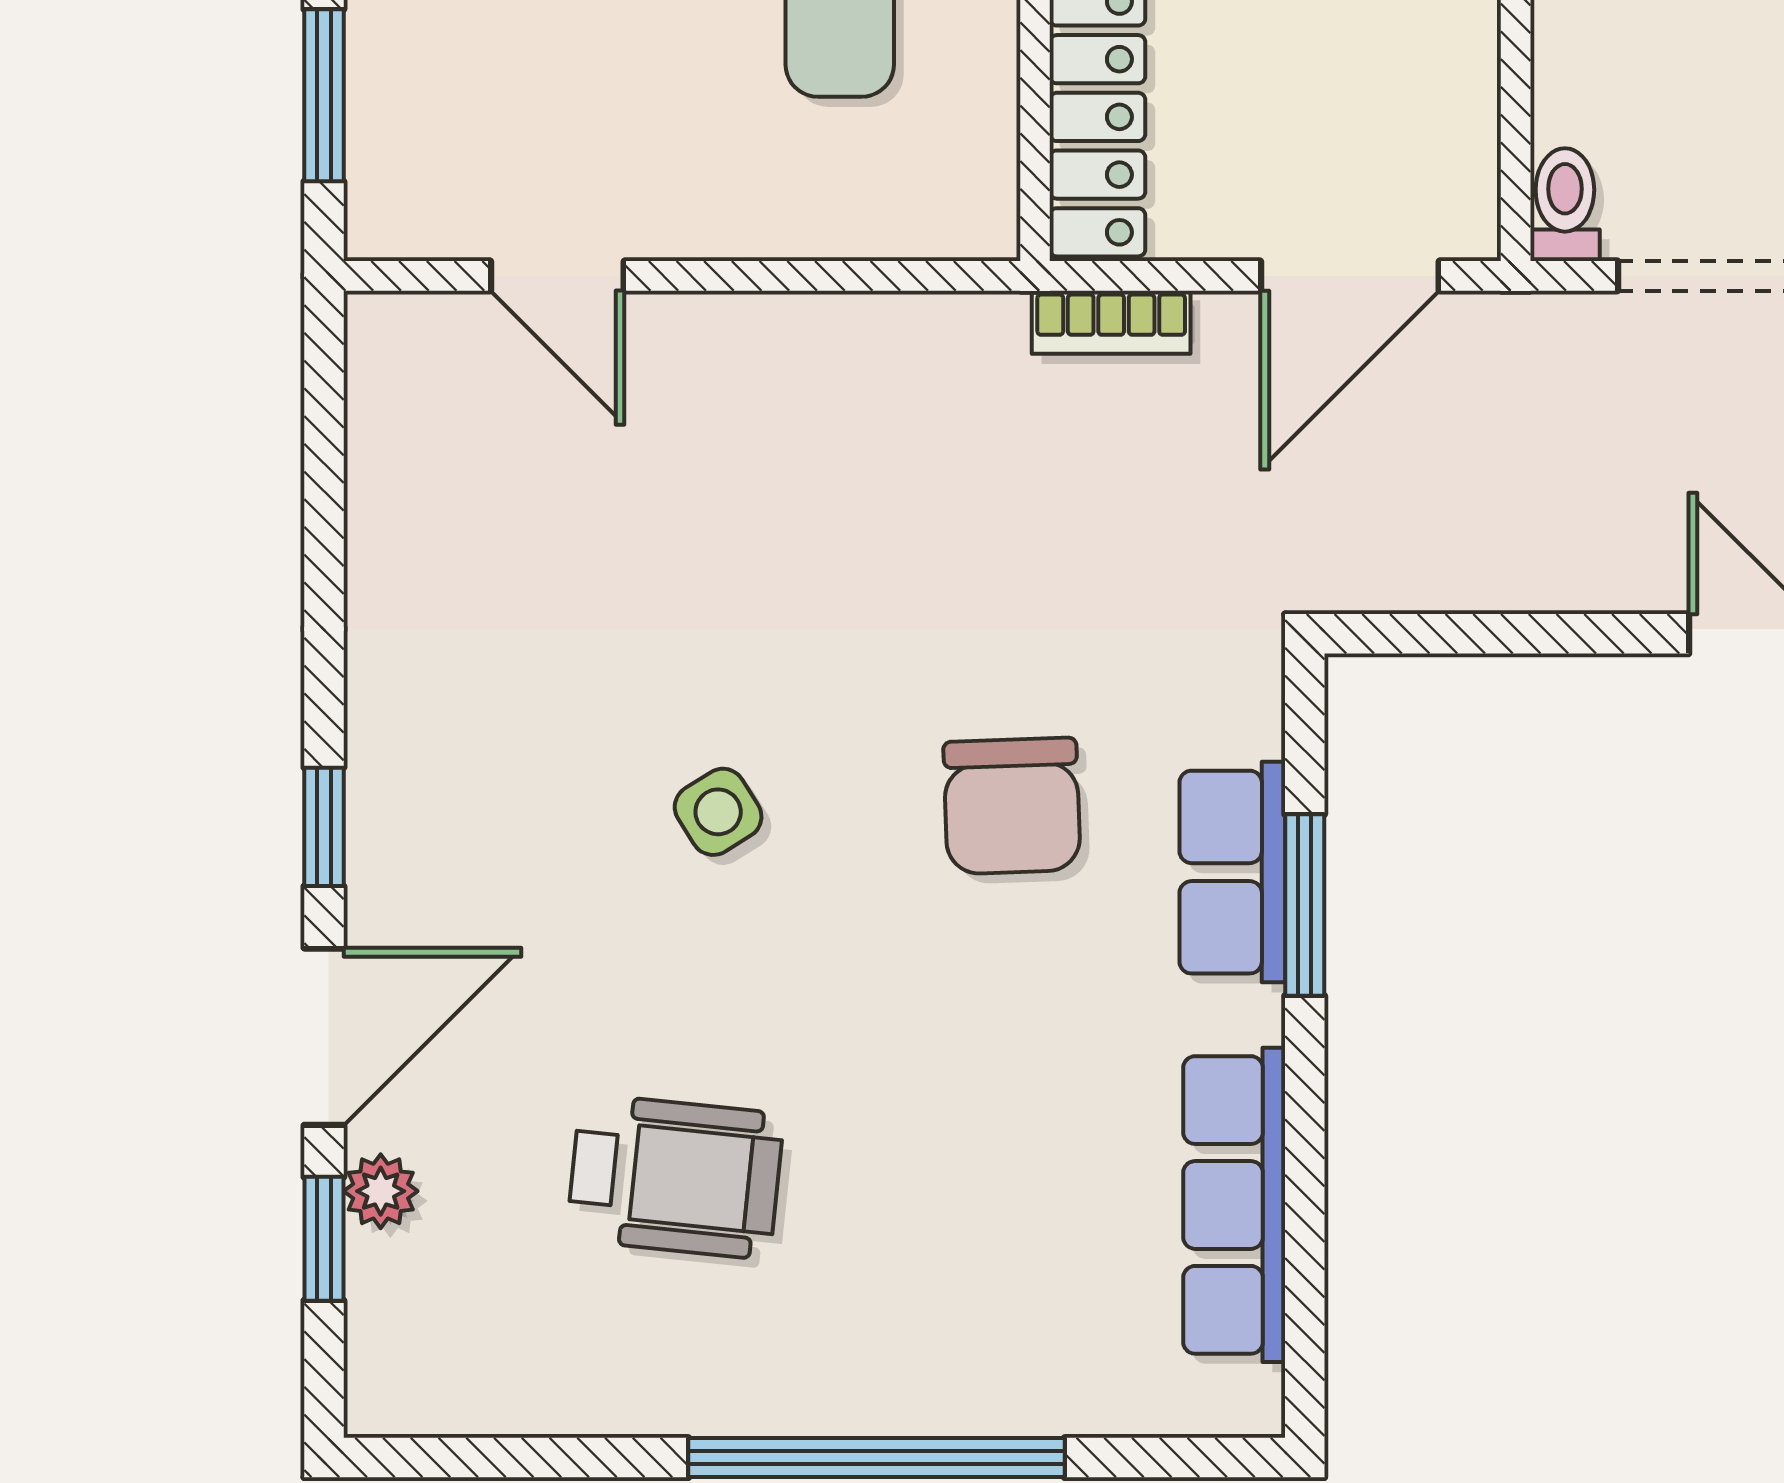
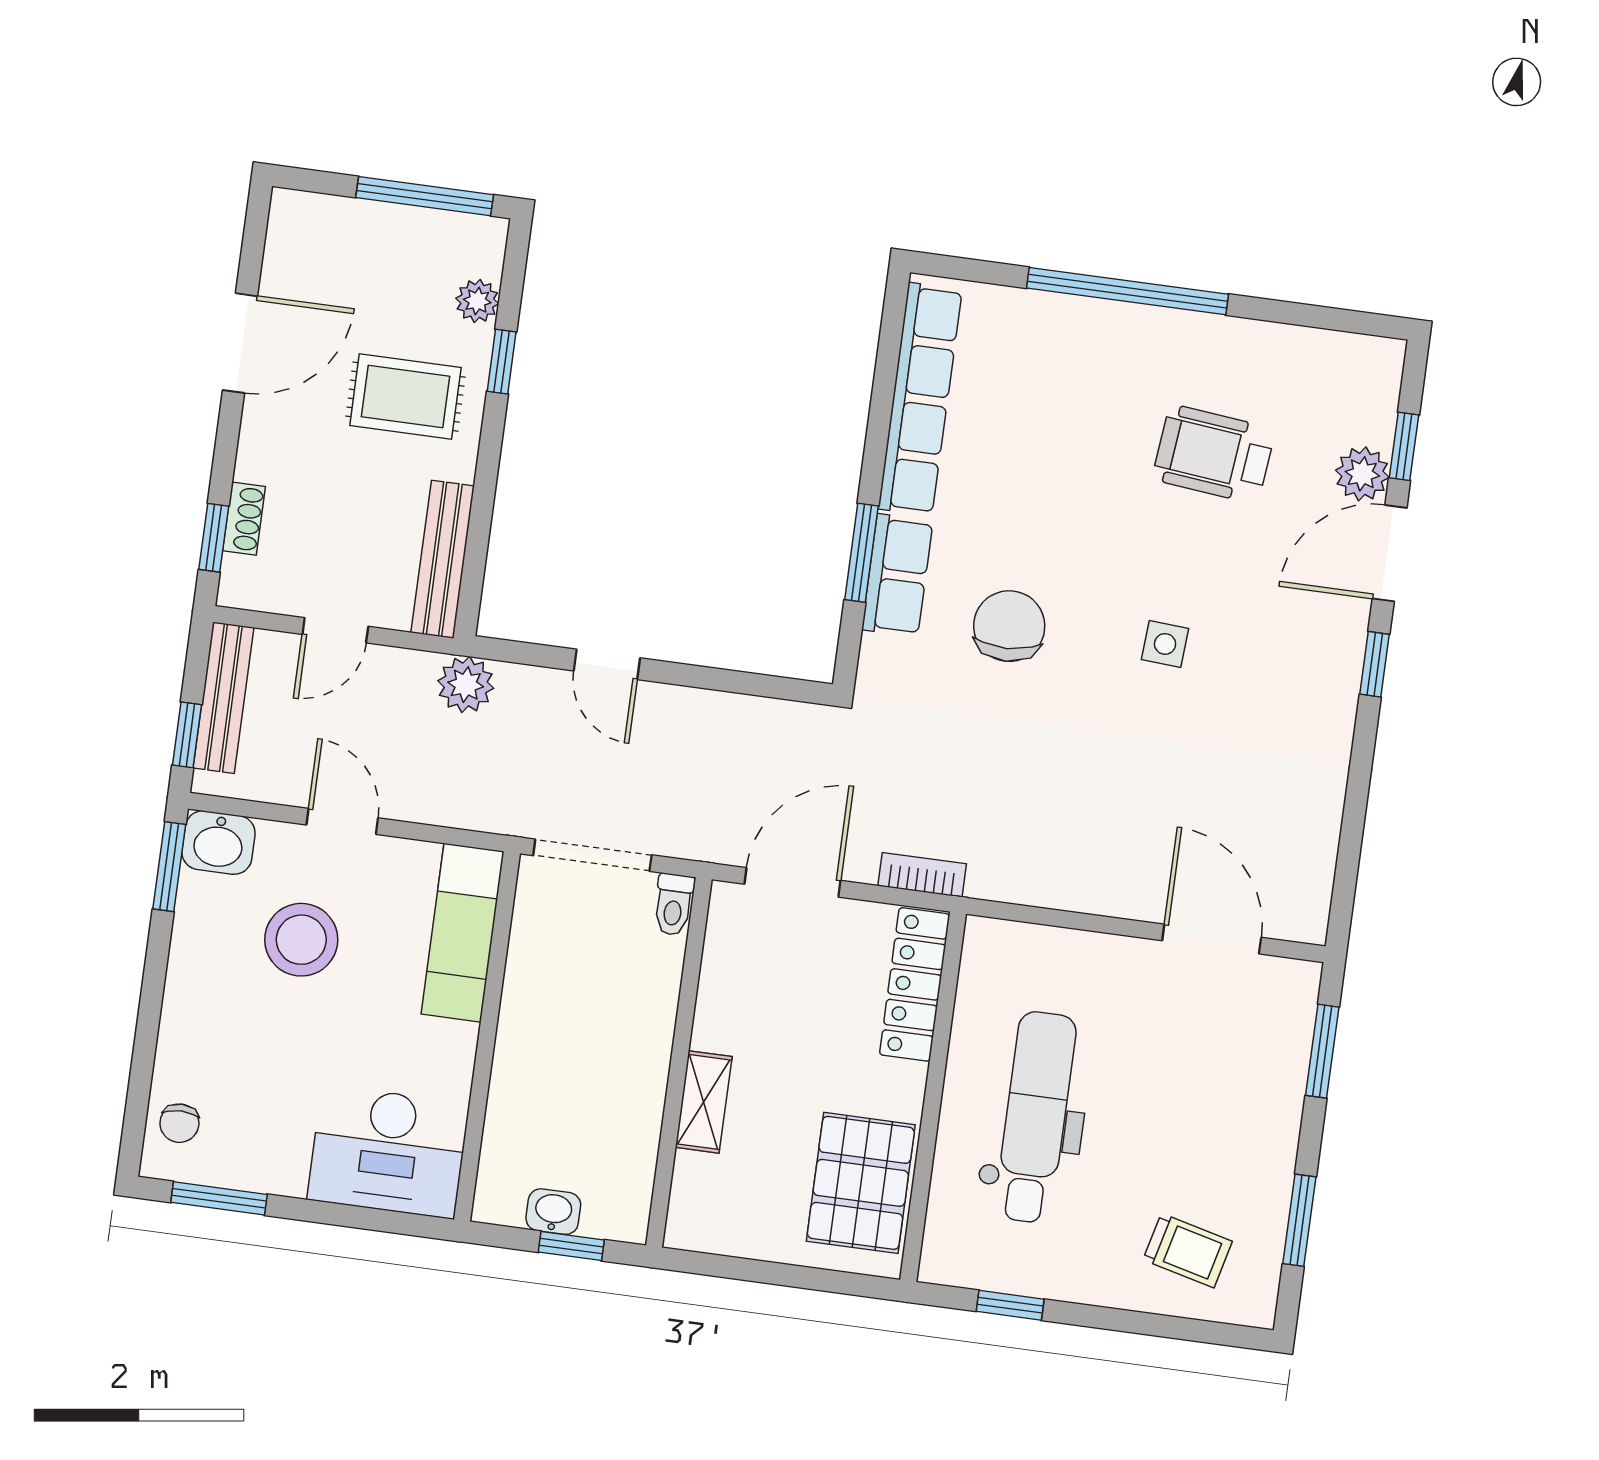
door: (557, 276) -> (1212, 939), width x1.38
side table: (718, 812) -> (1165, 644), turned 36
plant: (381, 1191) -> (1362, 474), width x1.38, depth x1.38
row of seats: (1234, 1205) -> (920, 399), width x1.36

